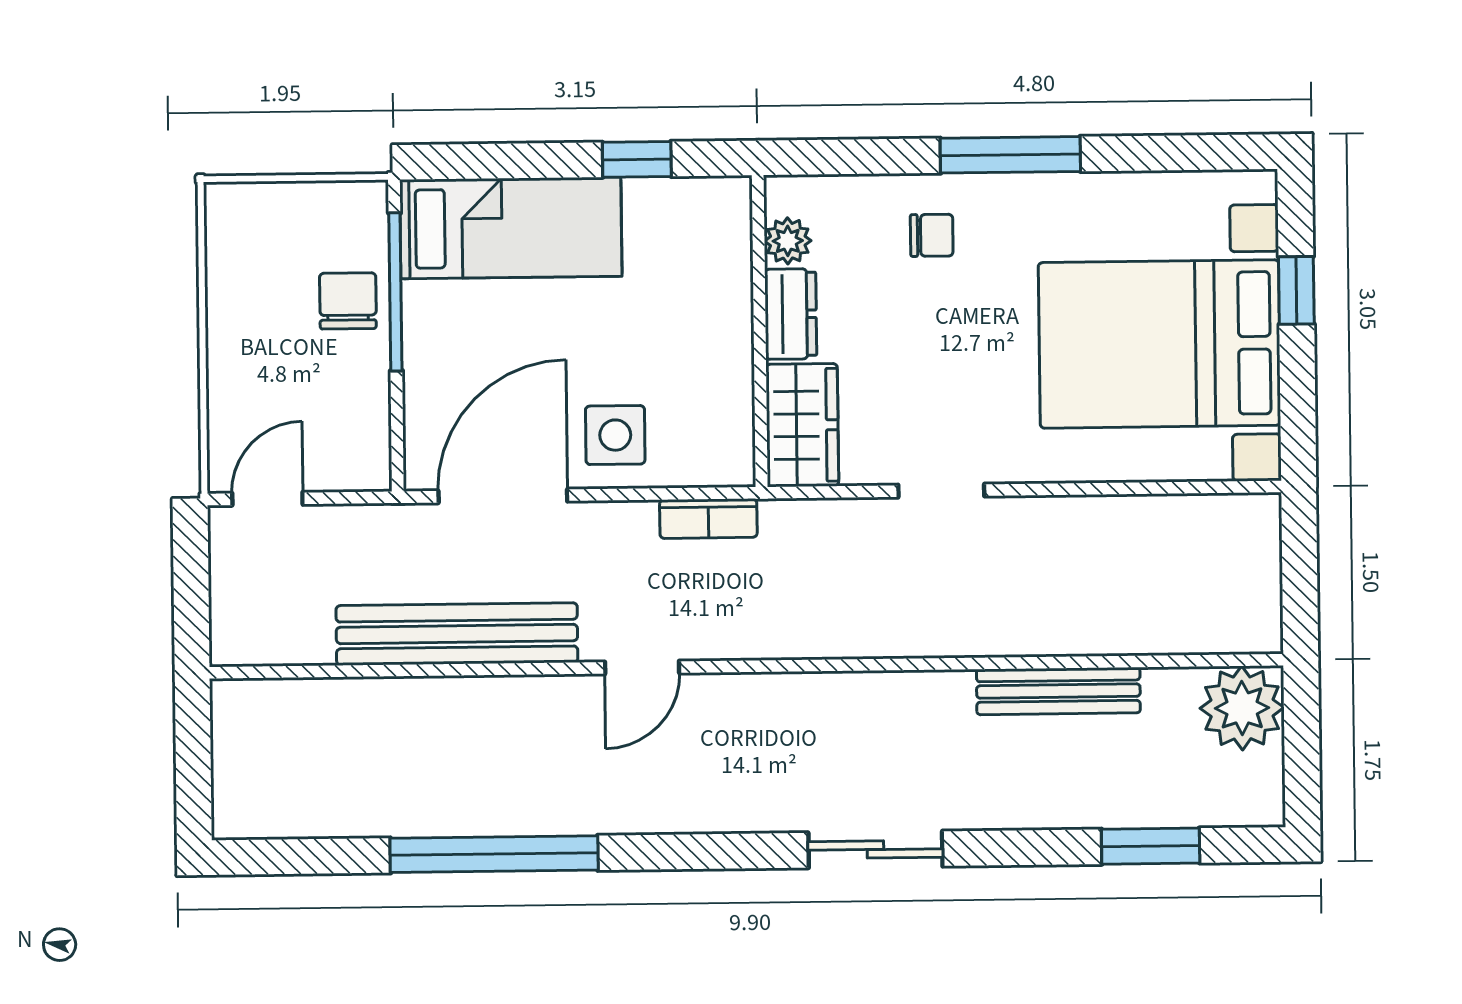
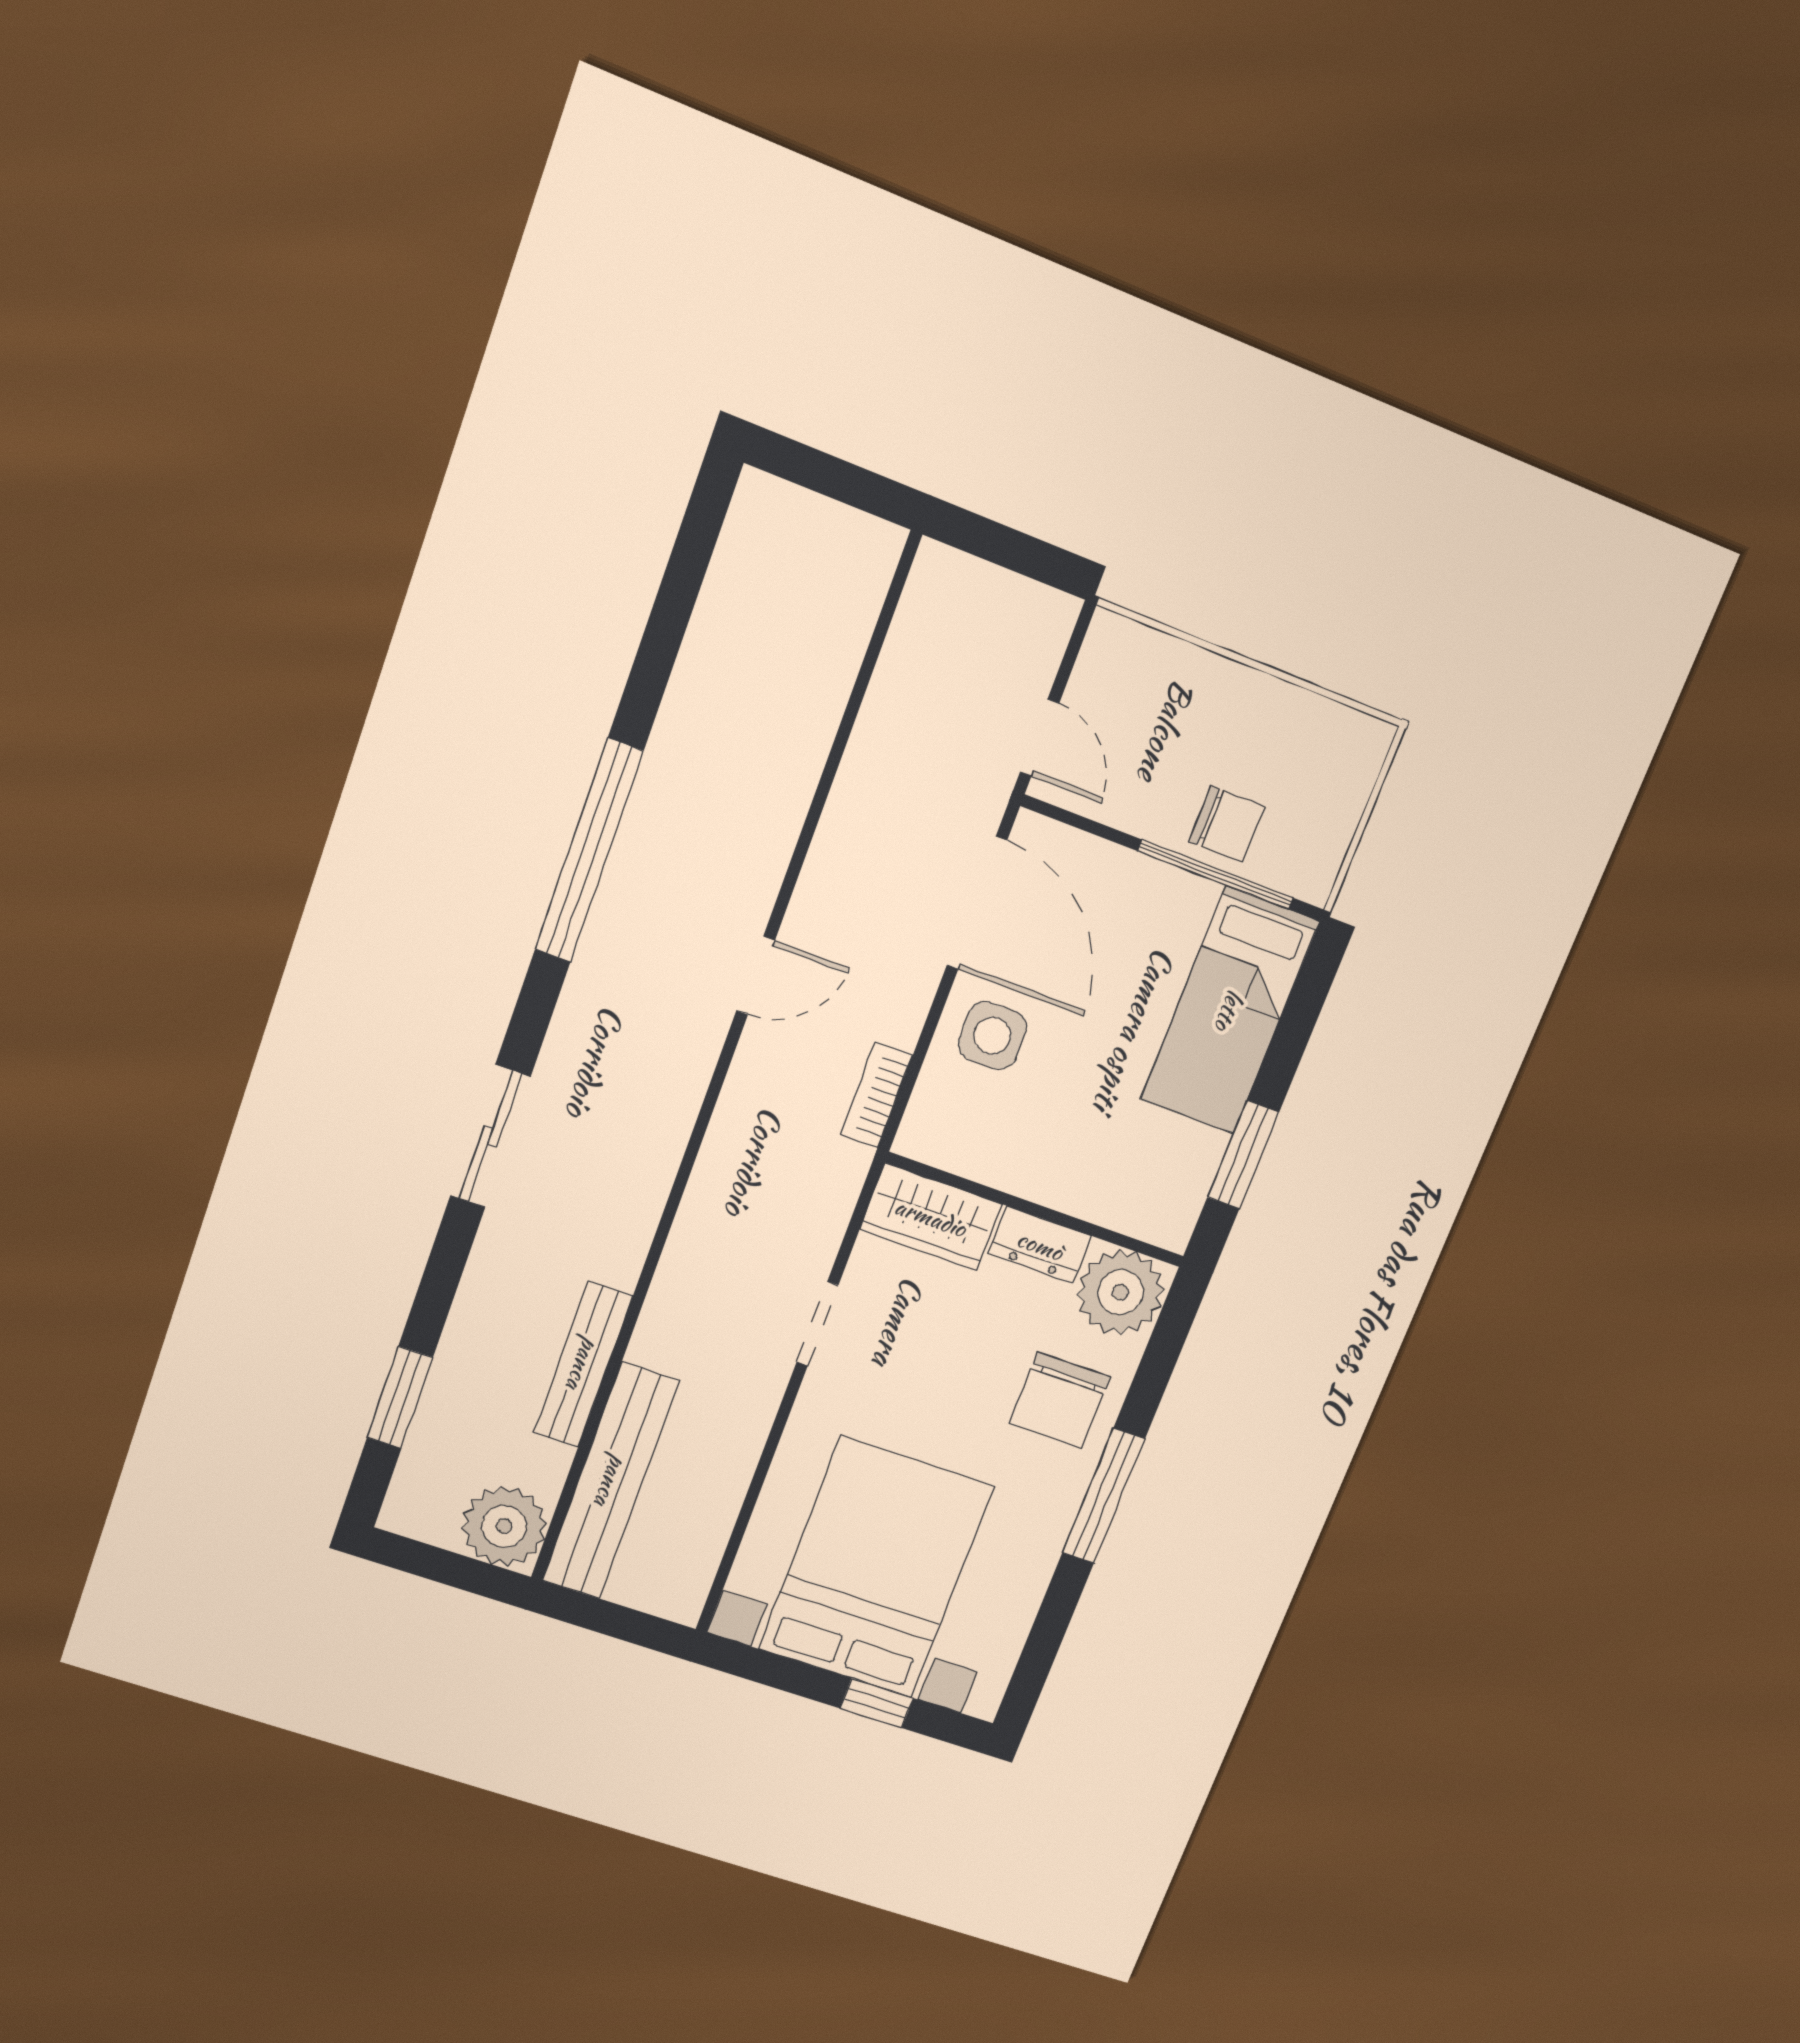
window: (637, 159) -> (1243, 1155), width x1.50
chair: (932, 235) -> (1060, 1400), width x1.87, depth x1.87
plant: (788, 241) -> (1120, 1292), width x1.88, depth x1.88
door: (267, 499) -> (1040, 738), moved
bench: (457, 634) -> (611, 1481), moved
door: (642, 667) -> (756, 976), swing flipped
window: (494, 854) -> (589, 851), moved

